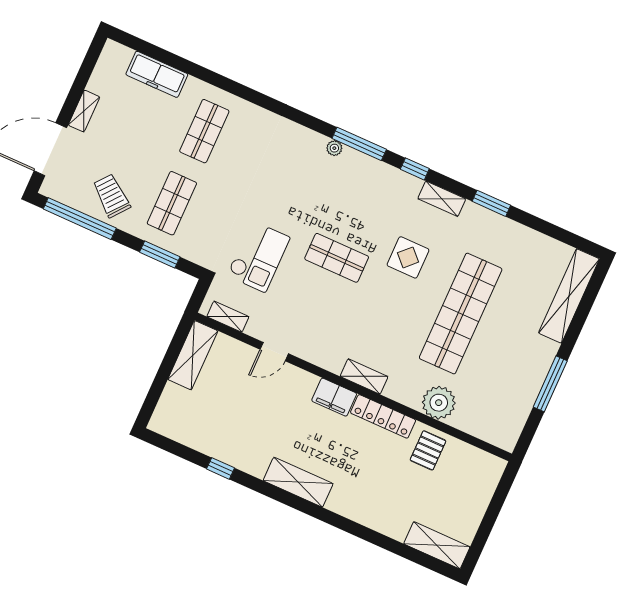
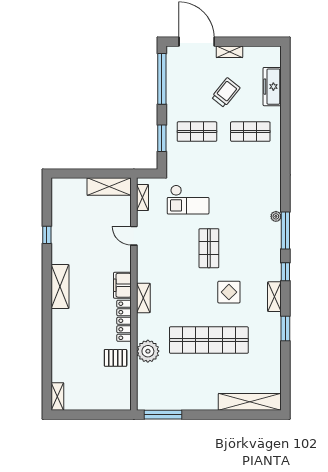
trolley: (112, 196) -> (226, 93), moved
window: (550, 384) -> (163, 415), moved
shelving: (437, 545) -> (57, 397), width x0.67, depth x0.75

